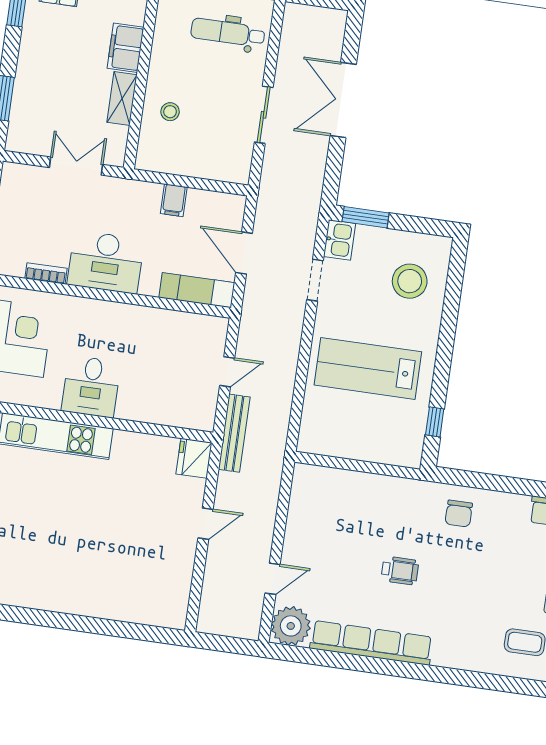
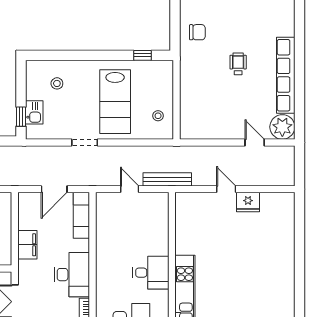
filing cabinet: (174, 200) -> (27, 245), width x2.00
window: (366, 217) -> (21, 117), width x0.67
kitchen sink: (339, 240) -> (34, 112), moved, turned 90
doorway: (315, 280) -> (85, 142), moved
stool: (410, 281) -> (57, 83), width x0.53, depth x0.53
stool: (336, 433) -> (158, 116), added
fridge: (194, 458) -> (248, 202), moved

